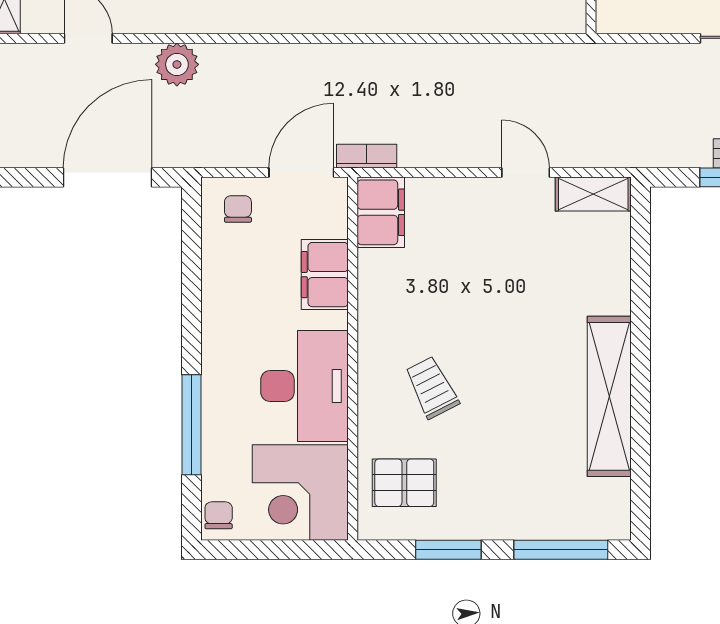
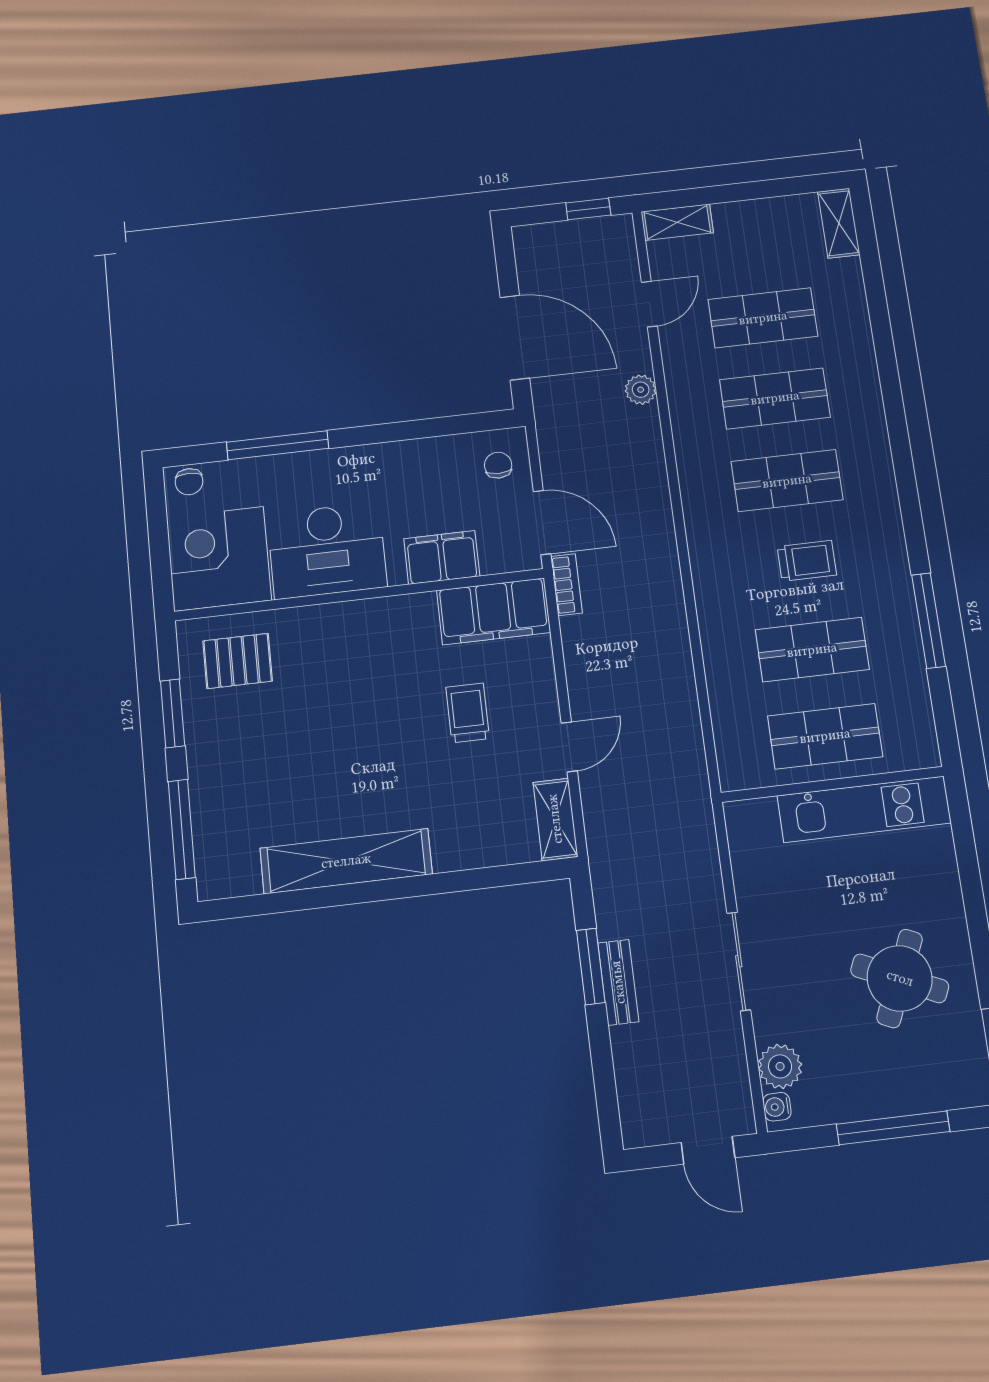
plant: (177, 64) -> (641, 390), width x0.73, depth x0.73
chair: (238, 209) -> (498, 465), turned -90
filing cabinet: (381, 212) -> (494, 611), width x1.50, depth x1.17
trolley: (432, 387) -> (468, 713), moved, turned -63
pallet: (404, 483) -> (238, 661), turned 90
chair: (219, 515) -> (189, 482), turned 90

